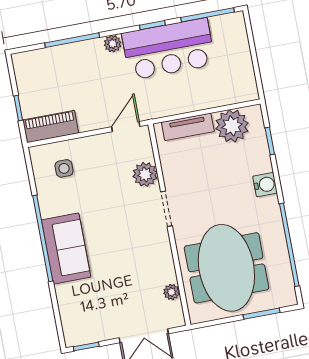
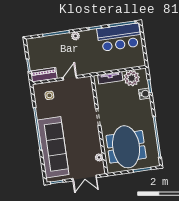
bar counter: (169, 49) -> (119, 37), moved
door: (126, 127) -> (70, 78), moved
plant: (145, 174) -> (89, 100), removed
water cooler: (265, 185) -> (145, 94), moved
sofa: (66, 249) -> (53, 147), width x1.85, depth x1.27

